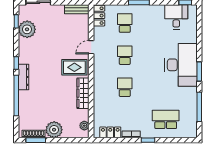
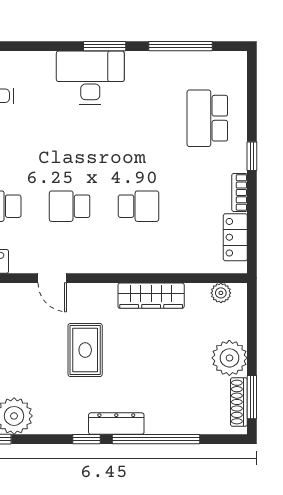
desk: (181, 65) -> (90, 77), width x0.73, depth x0.77
rug: (74, 67) -> (85, 350), moved
school desk: (125, 87) -> (138, 206), turned 180

